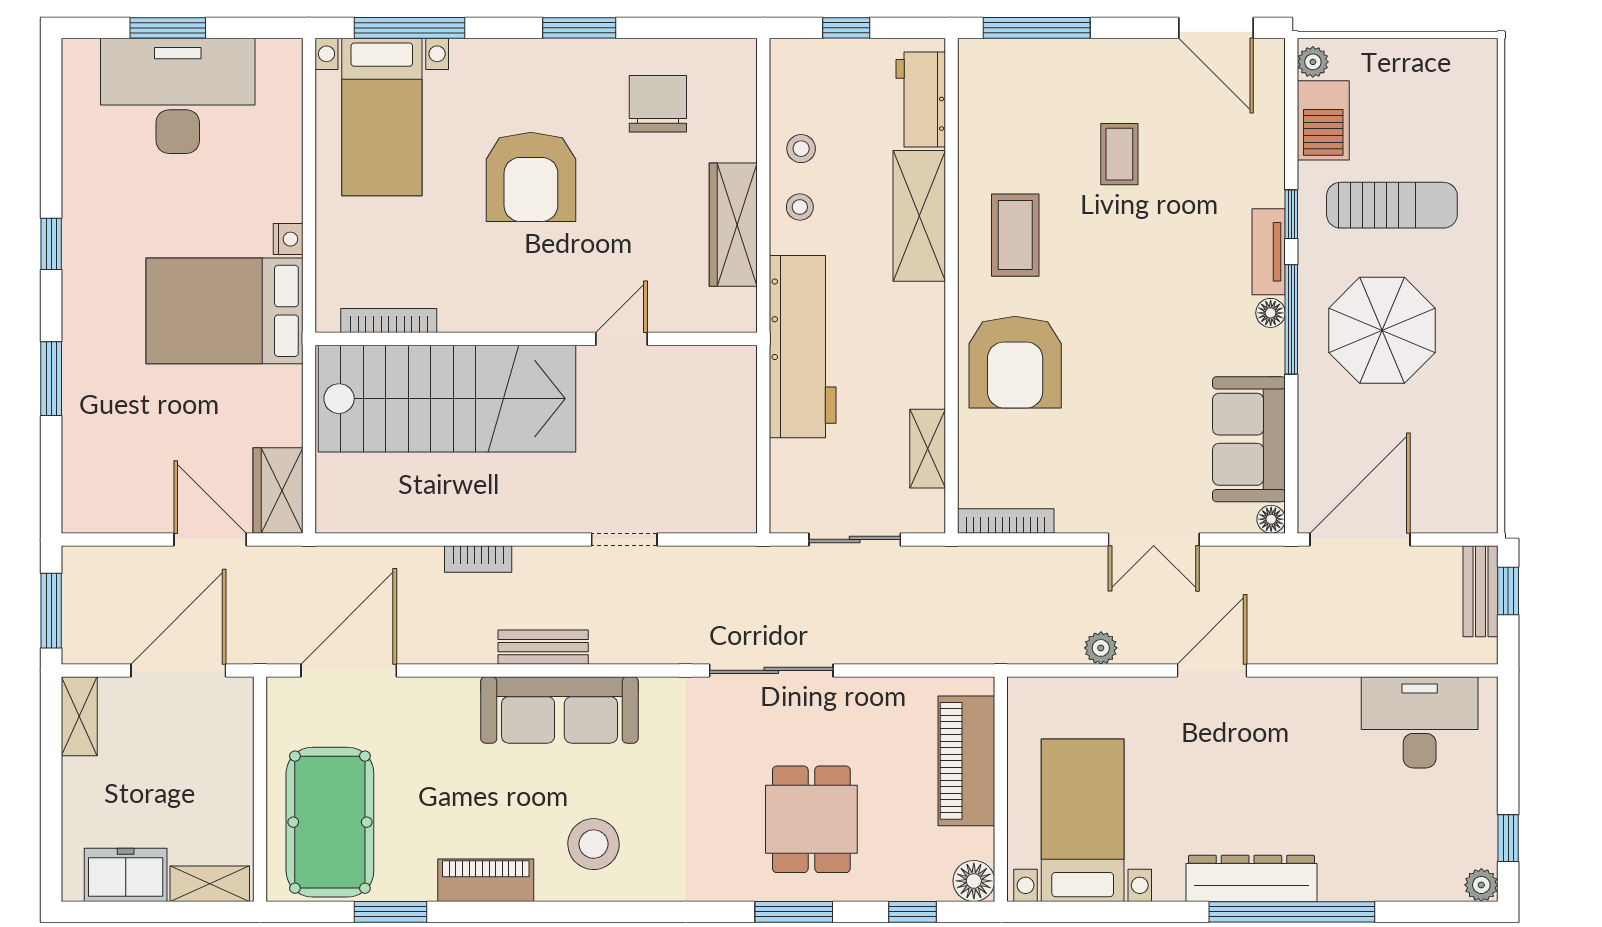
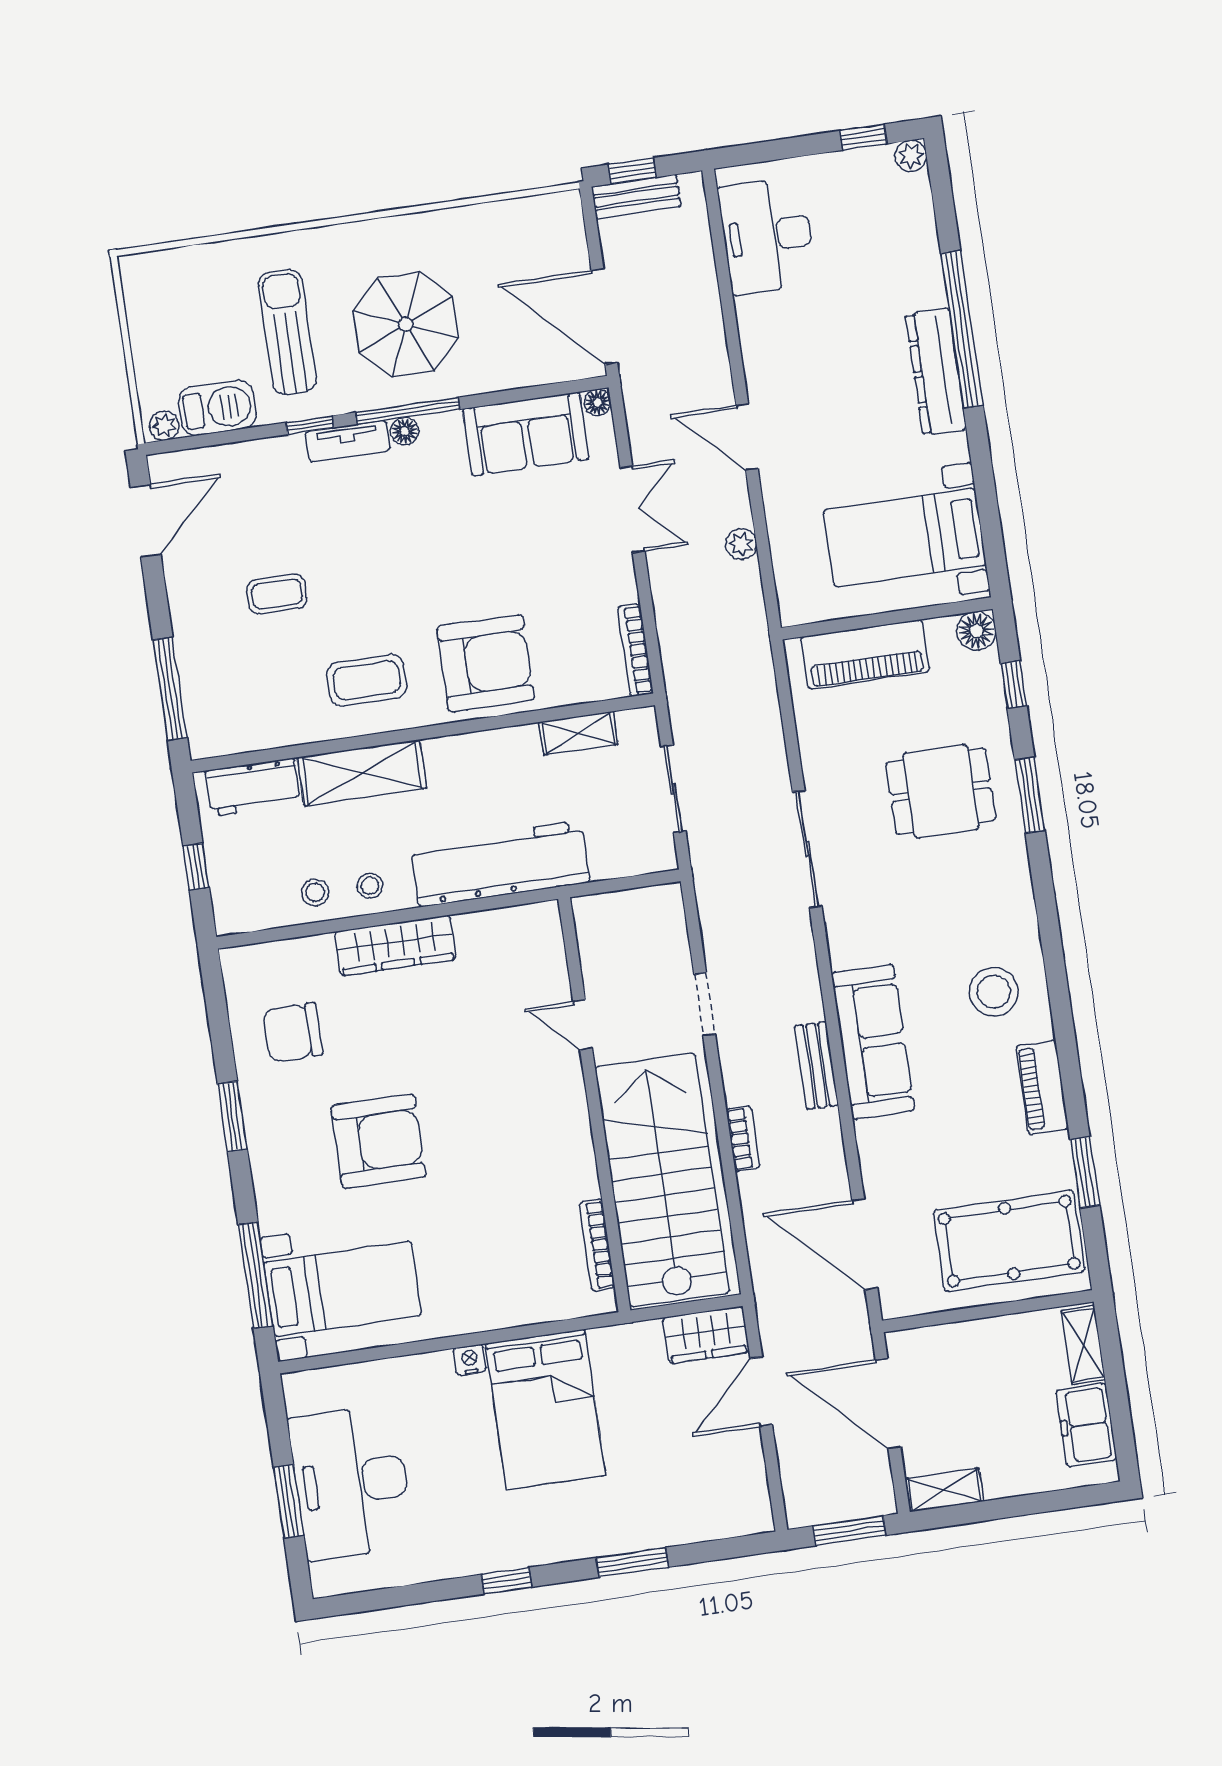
bookcase: (389, 321) -> (597, 1245), moved
wall: (536, 339) -> (594, 1105), moved
door: (621, 339) -> (583, 1025), moved
stairs: (447, 399) -> (662, 1180), moved

